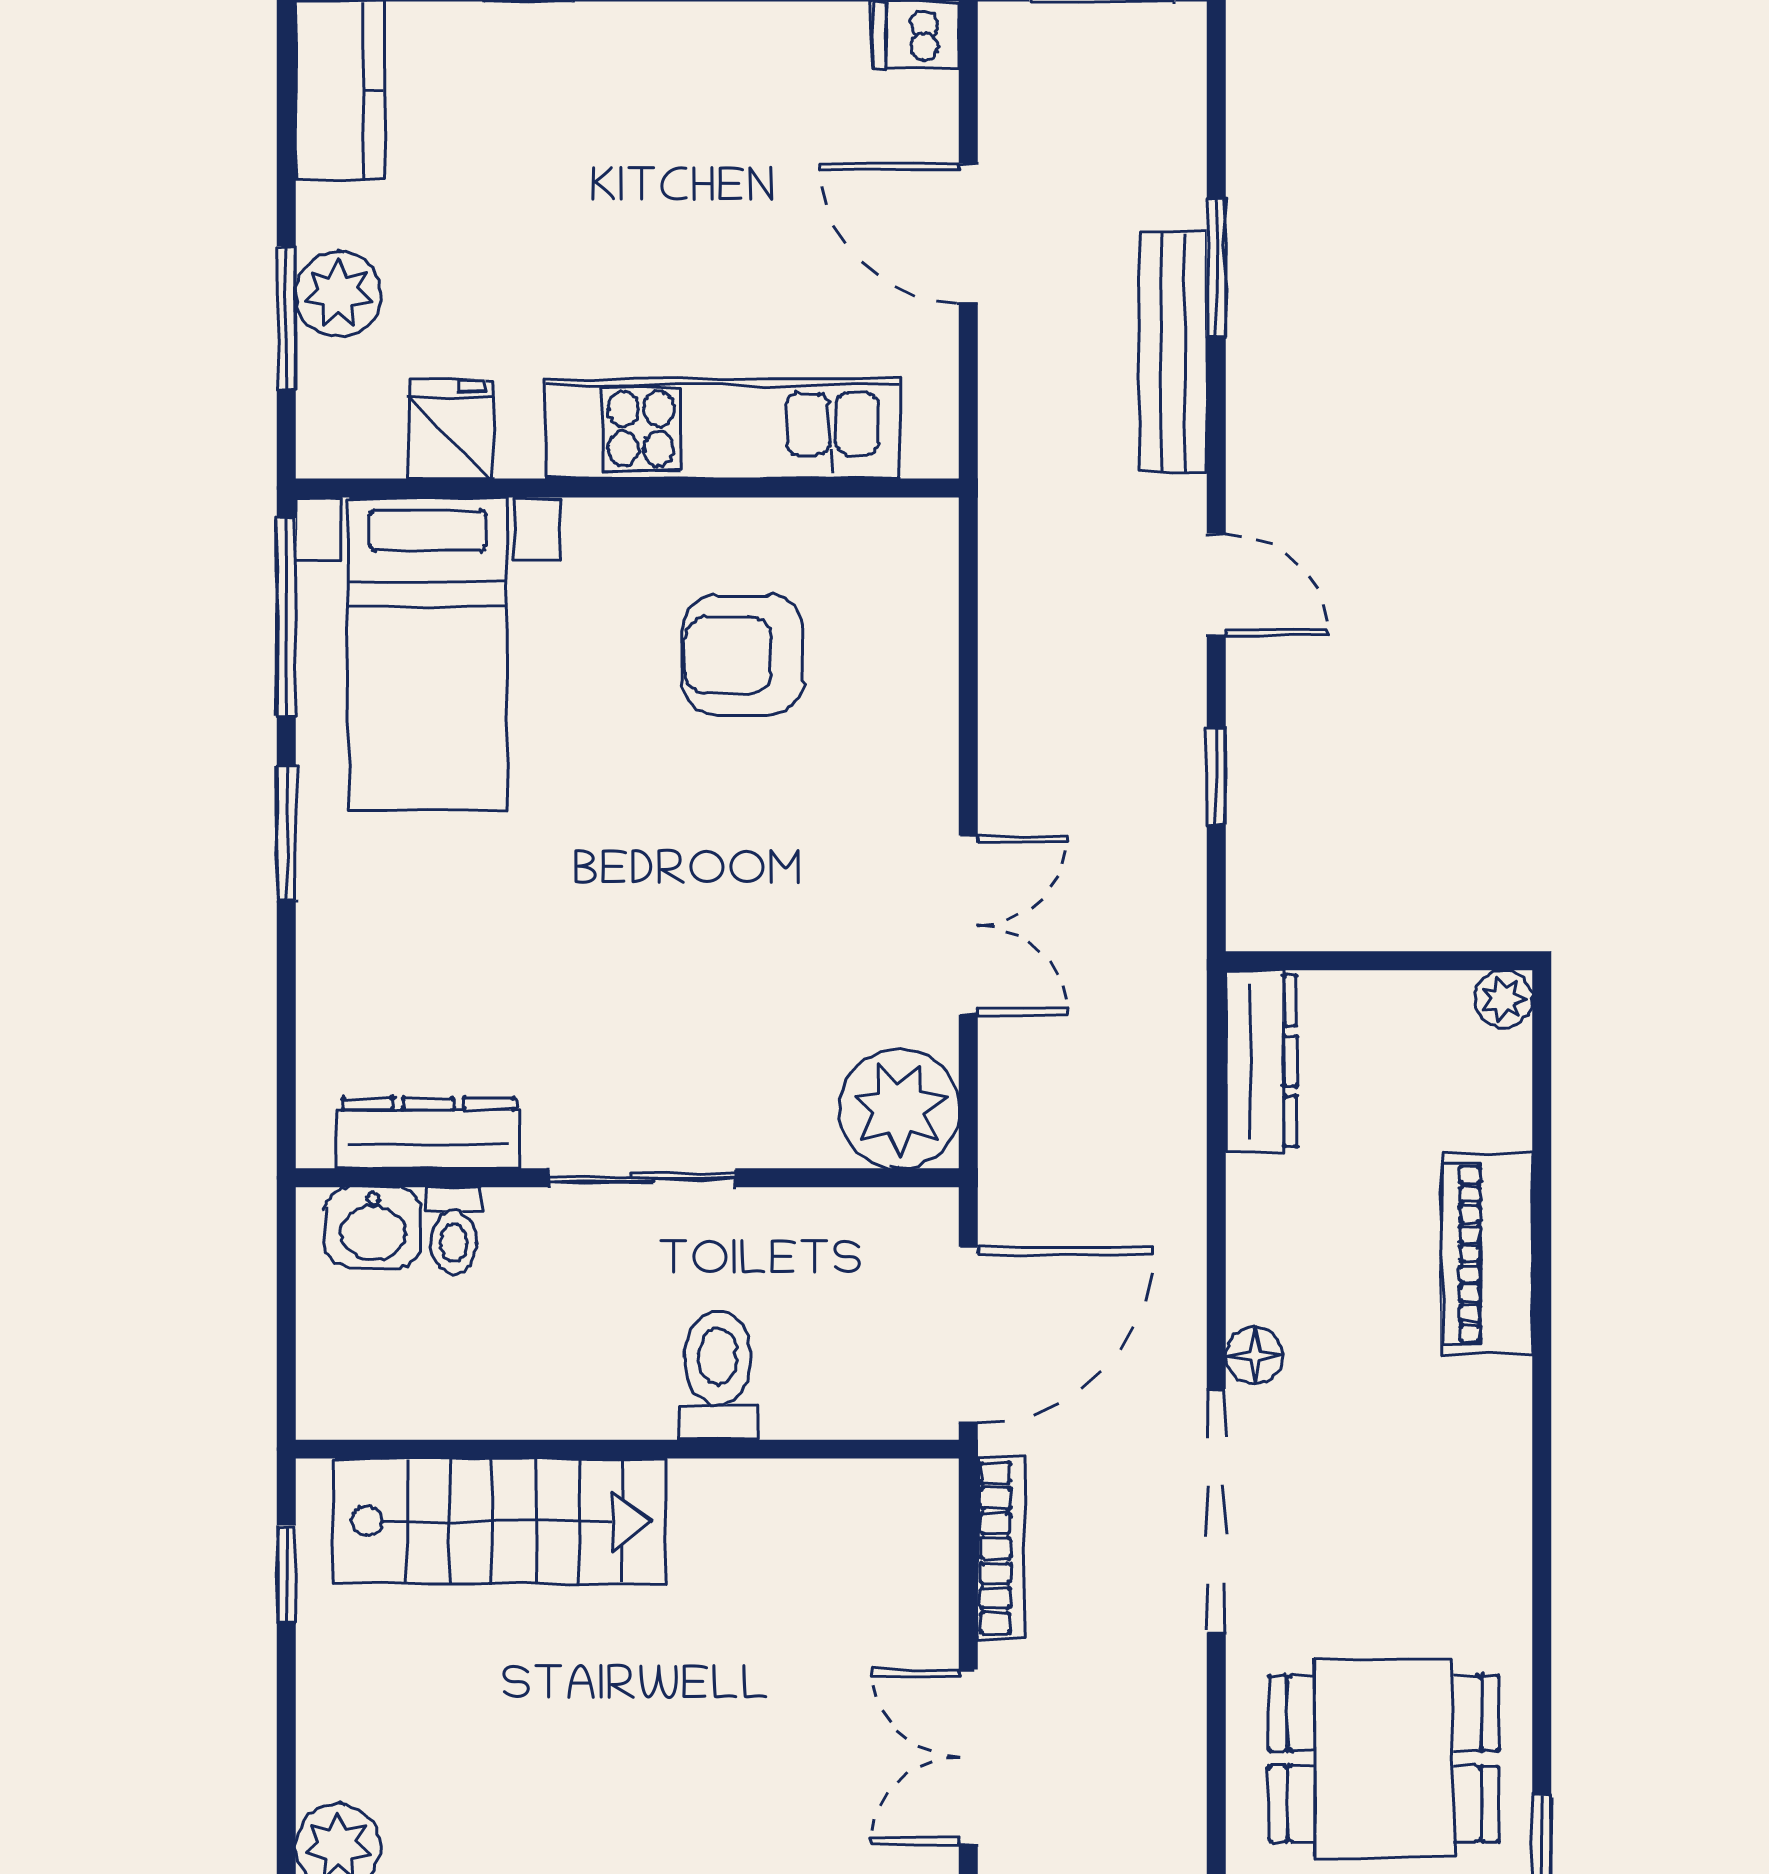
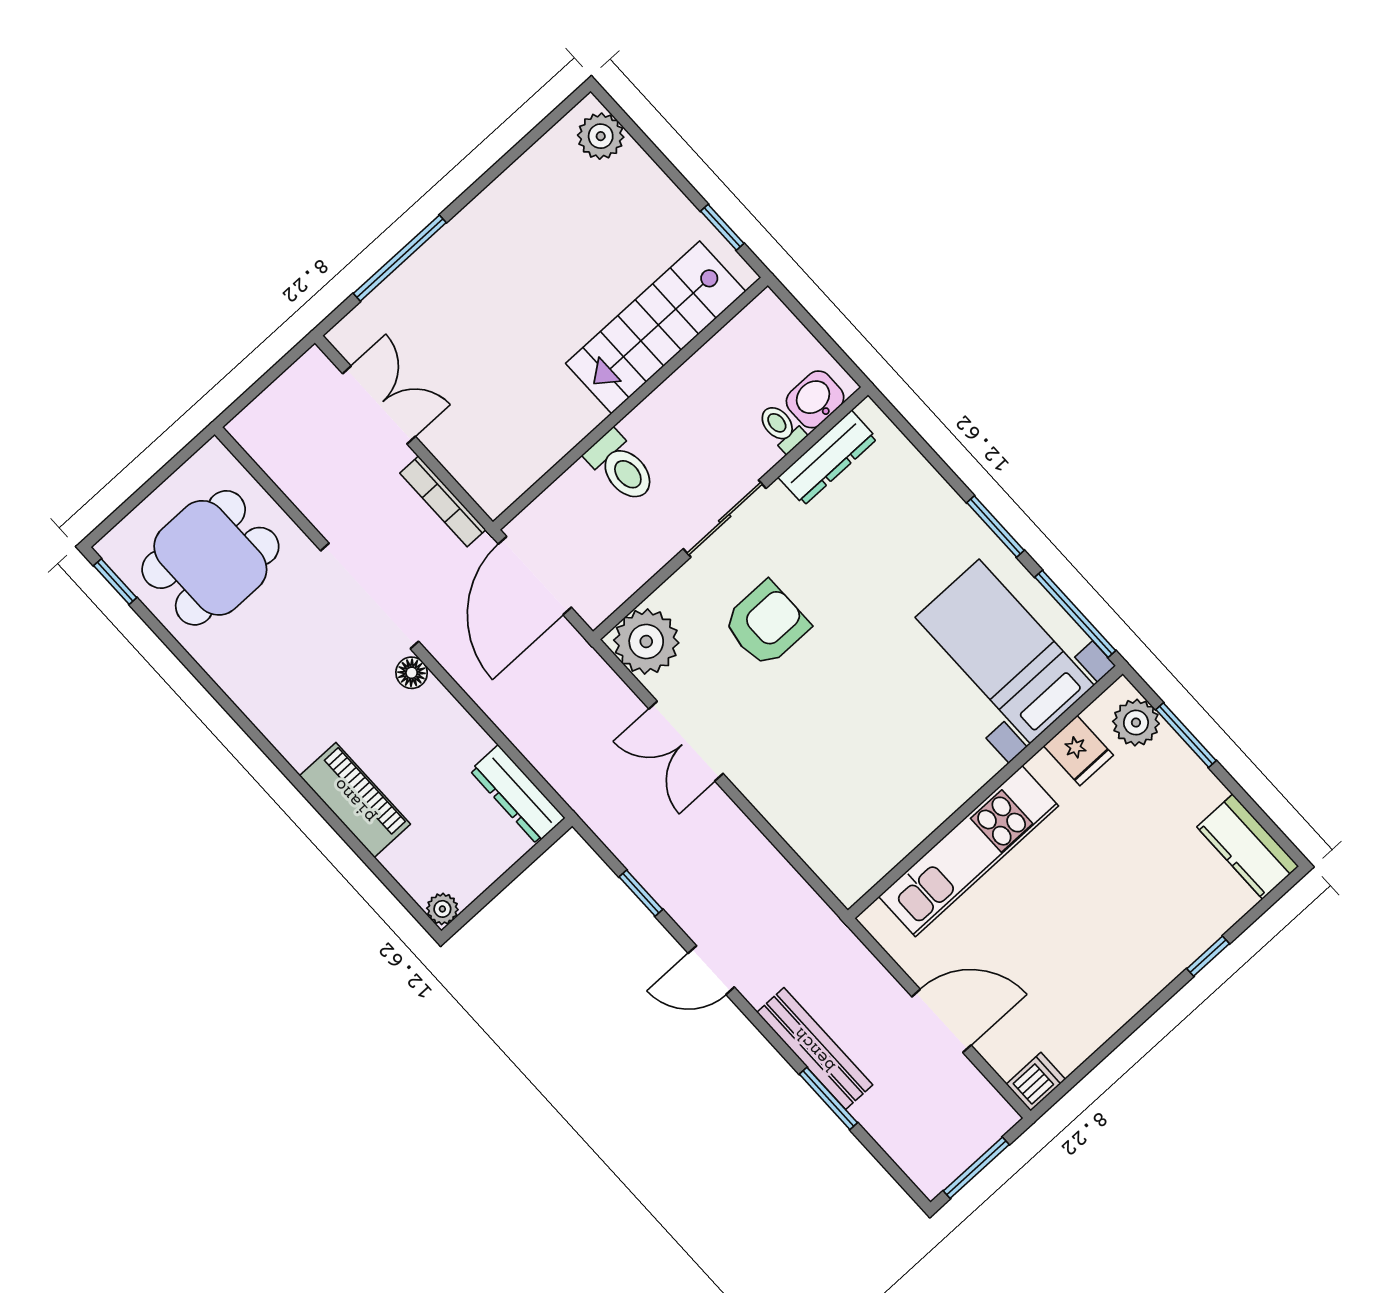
plant: (338, 294) -> (1136, 723), moved
armchair: (743, 655) -> (766, 624), moved

